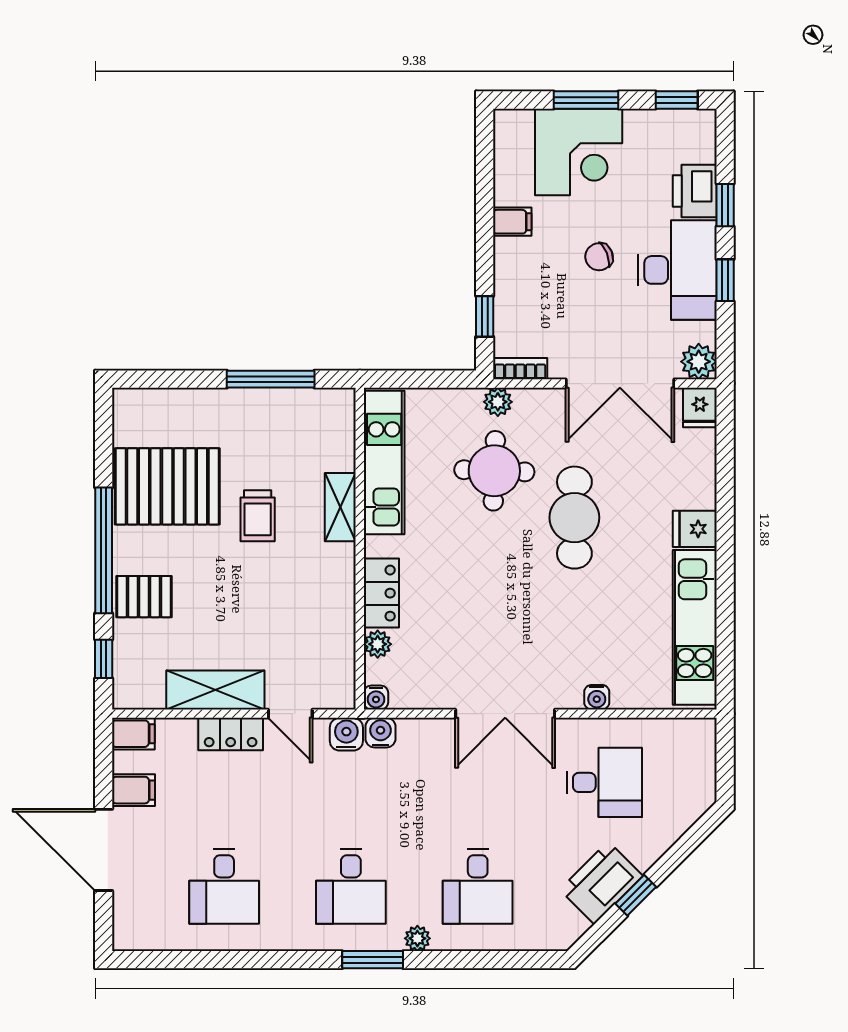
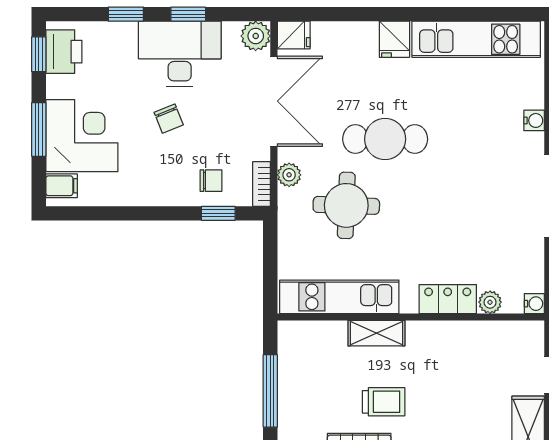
printer: (695, 191) -> (64, 52), moved, turned -90
filing cabinet: (512, 222) -> (62, 186), moved, turned 90
chair: (524, 308) -> (211, 181), added
plant: (498, 402) -> (289, 175), moved

